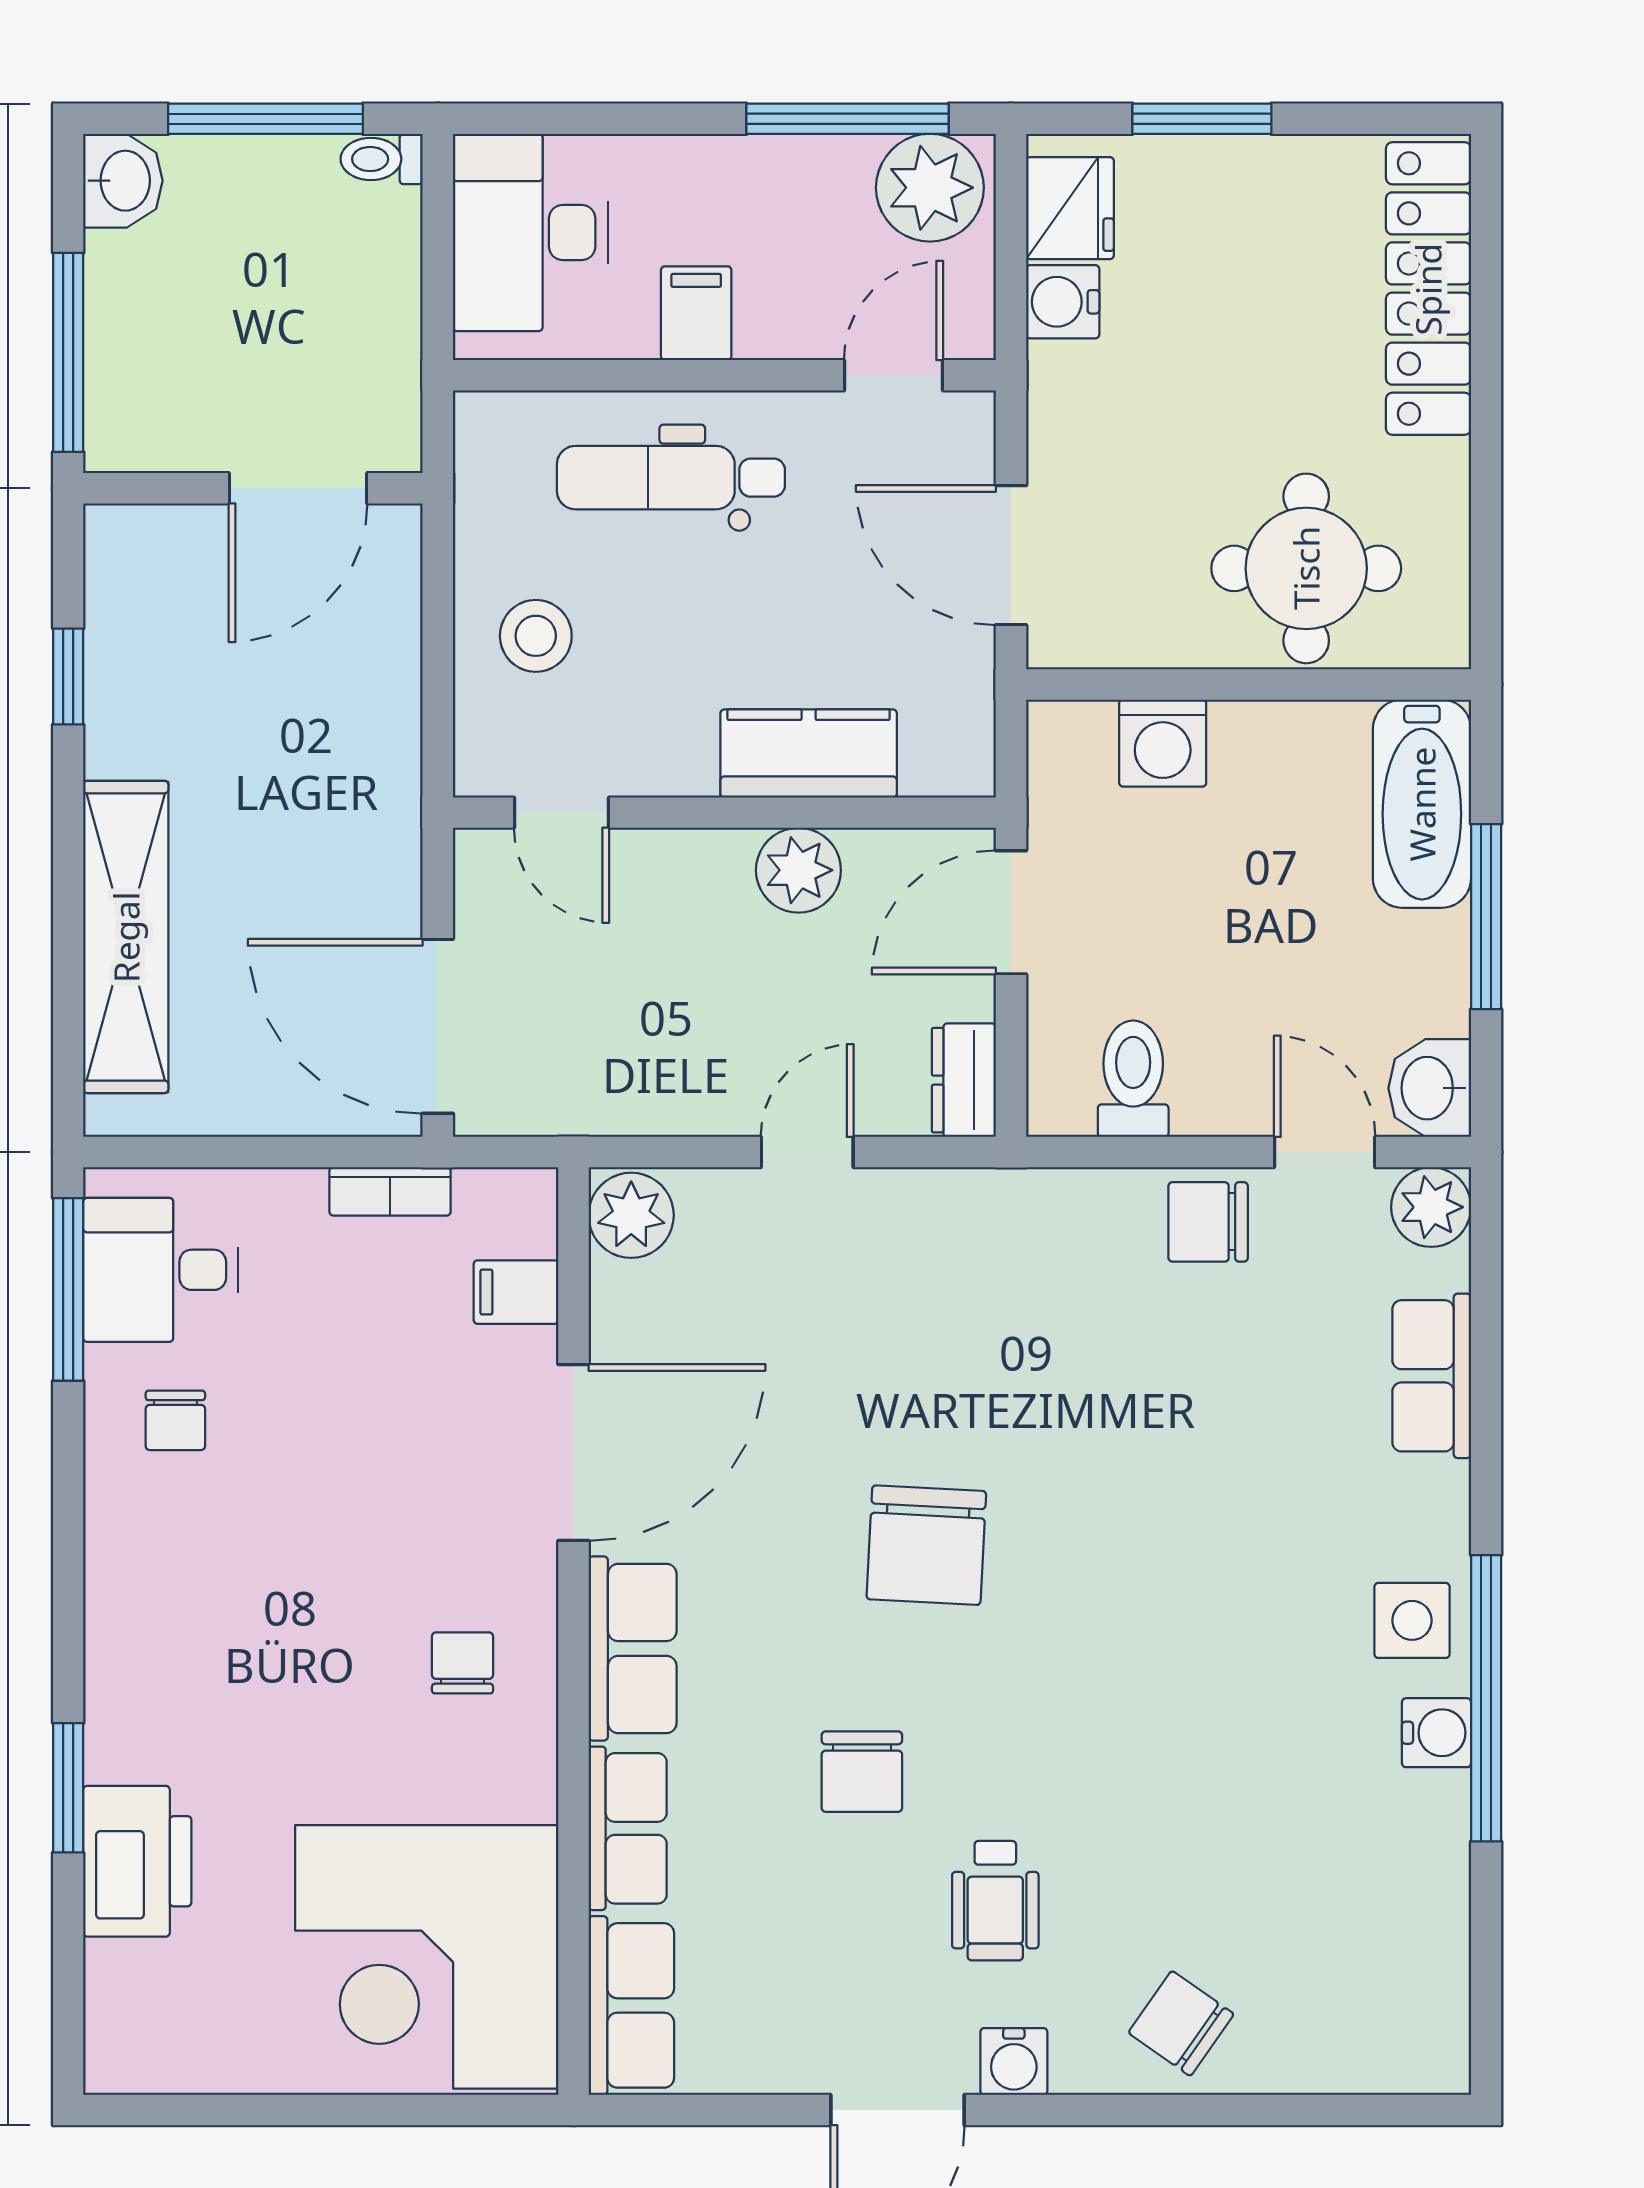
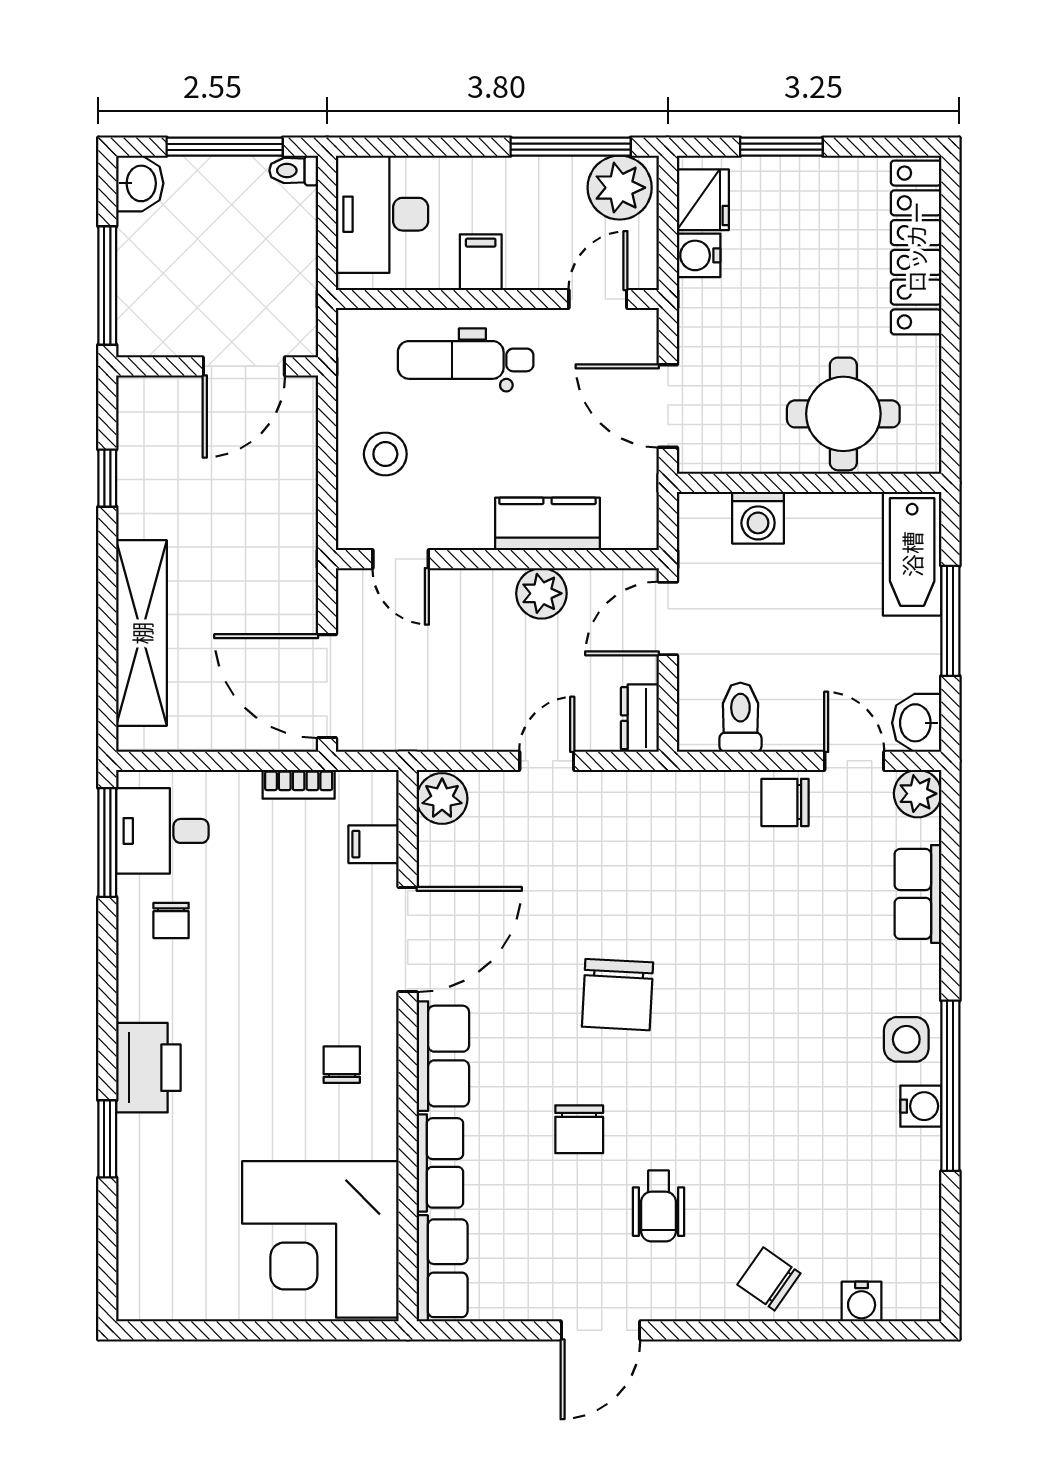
printer: (137, 1861) -> (148, 1068), moved
water cooler: (1014, 2061) -> (862, 1302), moved

